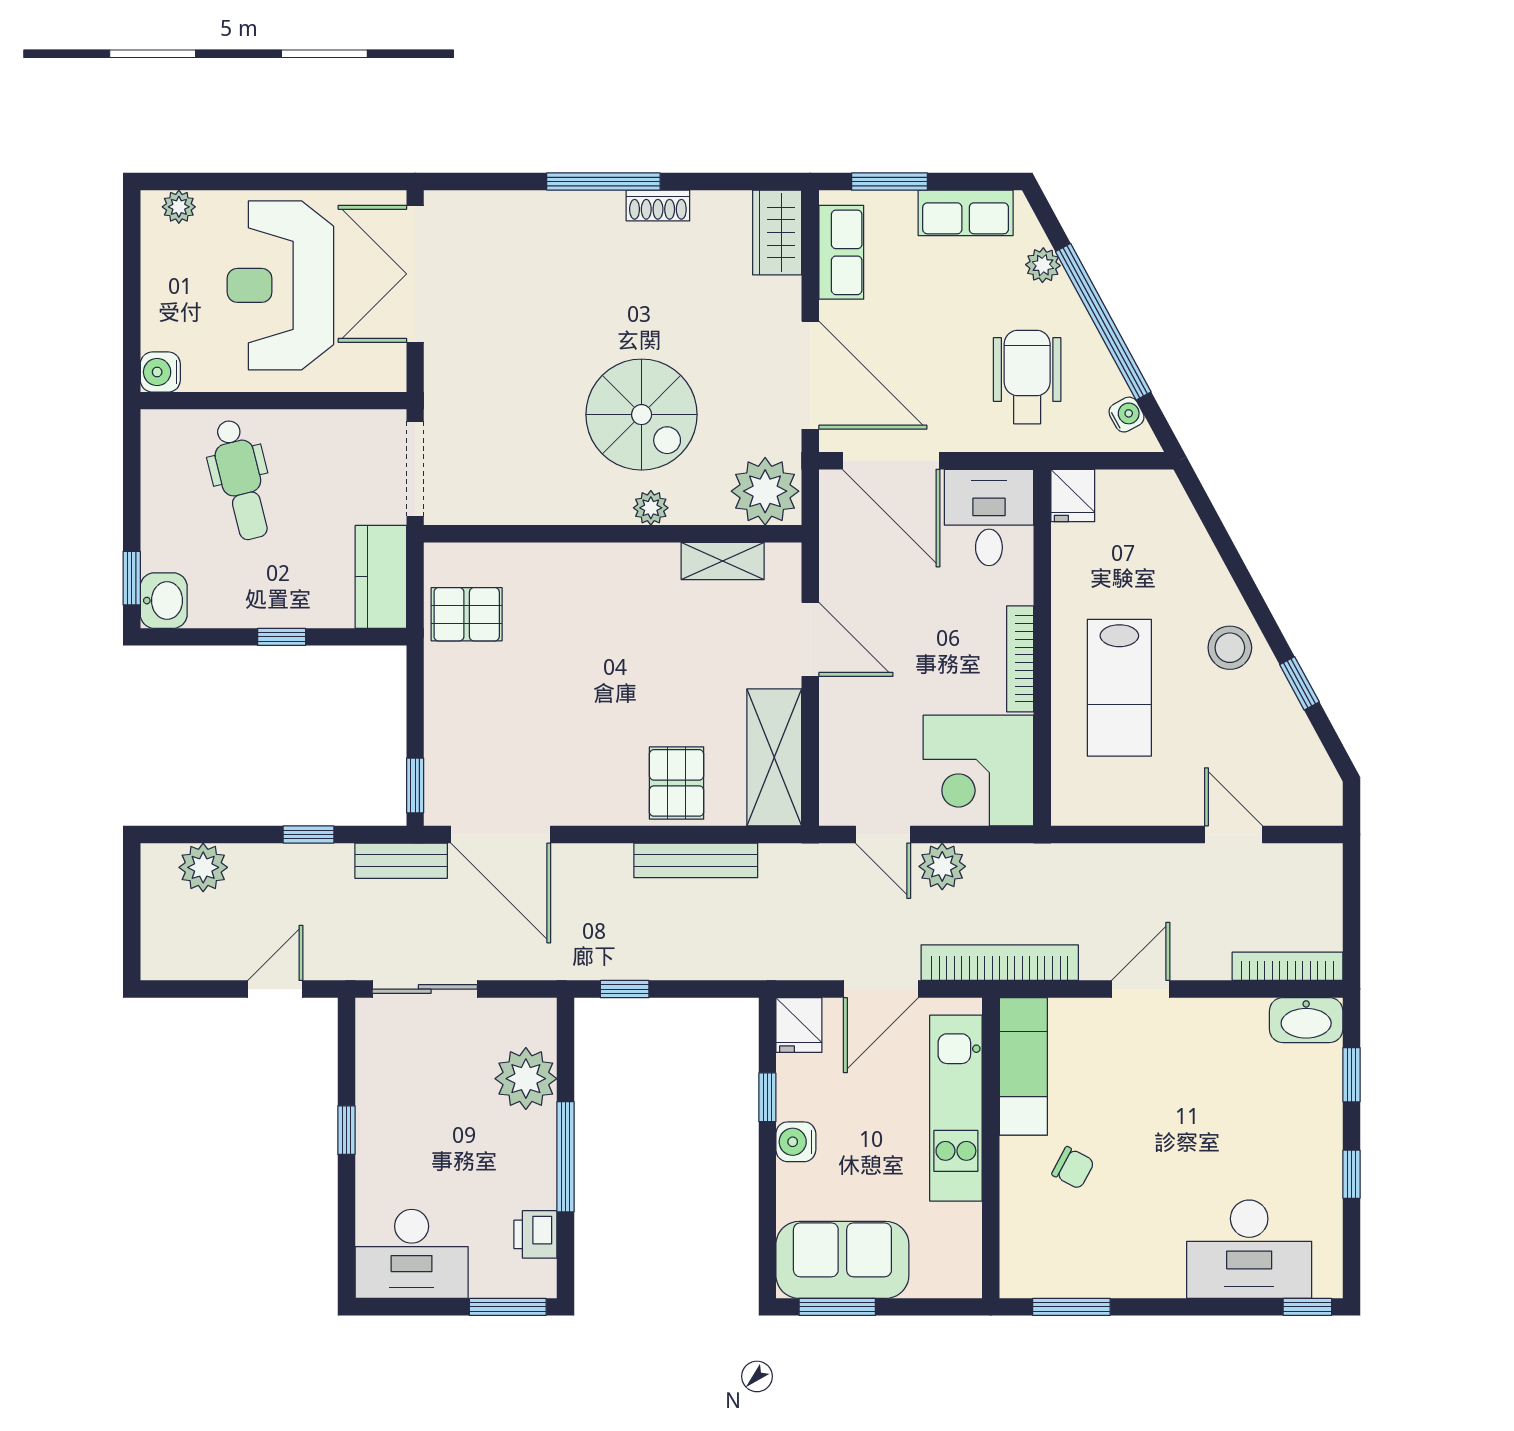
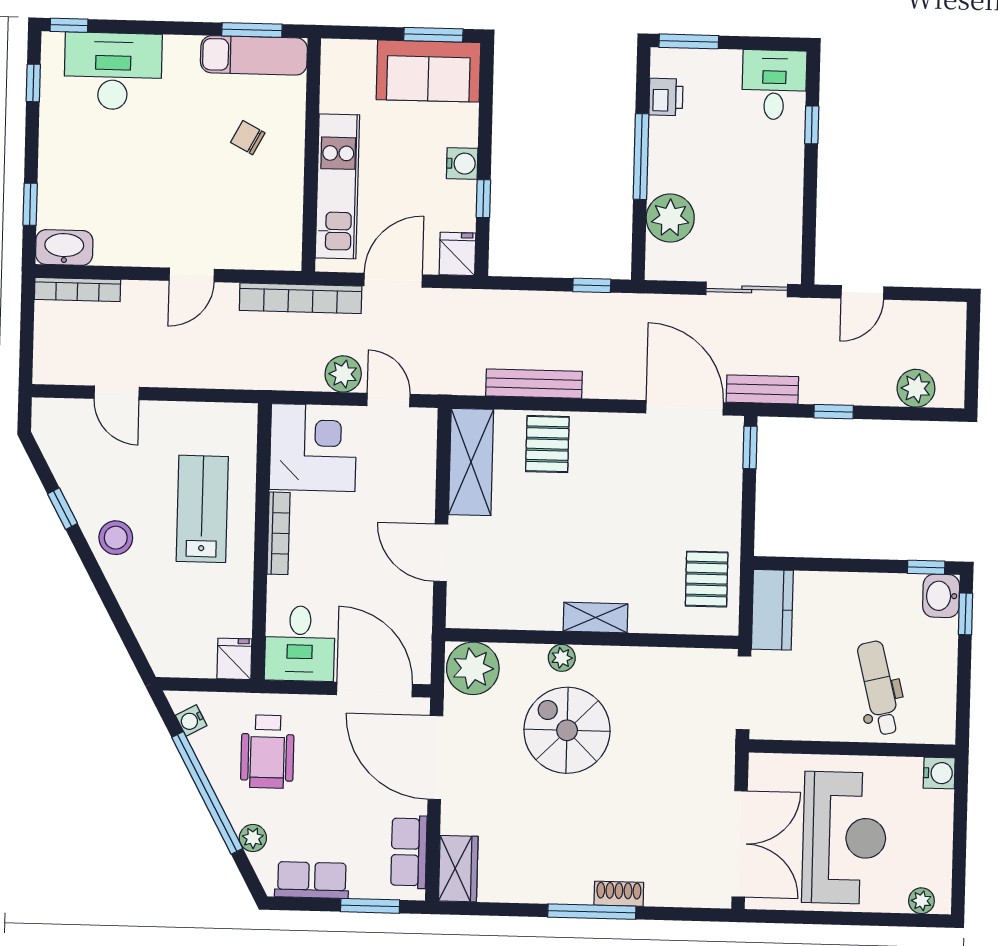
shoe rack: (658, 206) -> (619, 894), moved
shelving: (723, 561) -> (595, 617), moved
pallet: (467, 614) -> (707, 579), turned 90
window: (282, 637) -> (926, 567), moved
exam couch: (1023, 1066) -> (254, 55), moved, turned -90
window: (346, 1130) -> (812, 125), moved
window: (1351, 1174) -> (33, 83), moved
desk: (412, 1254) -> (774, 85), width x0.73

